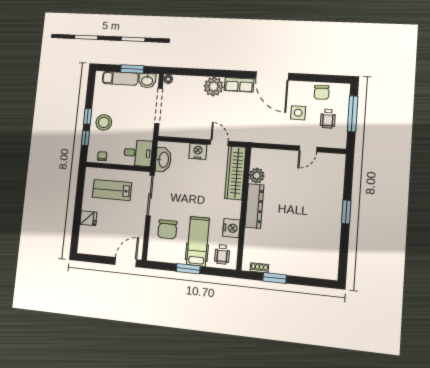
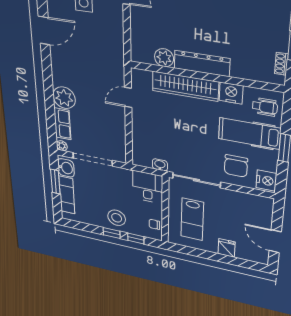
door: (272, 76) -> (44, 31), width x0.73
row of seats: (239, 85) -> (62, 124), moved
nightstand: (198, 151) -> (266, 181), moved, turned 180
washbasin: (163, 160) -> (160, 165), width x0.52, depth x0.69
wardrobe: (235, 173) -> (185, 86), moved
chair: (167, 229) -> (236, 166), turned 90
door: (126, 262) -> (275, 241), moved

